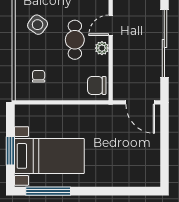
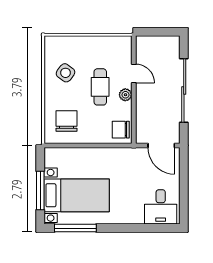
door: (111, 25) -> (134, 73), swing flipped
chair: (39, 76) -> (66, 121), width x1.87, depth x1.87
window: (10, 151) -> (40, 190), width x1.44
desk: (140, 168) -> (161, 207), added

